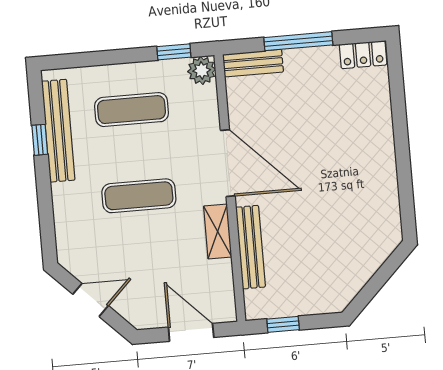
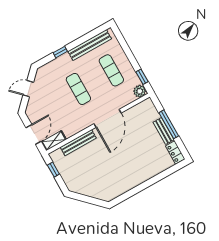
bench: (253, 63) -> (164, 131), moved
window: (40, 140) -> (60, 52), moved
shelving: (218, 231) -> (54, 141), moved
door: (91, 300) -> (28, 89), swing flipped

